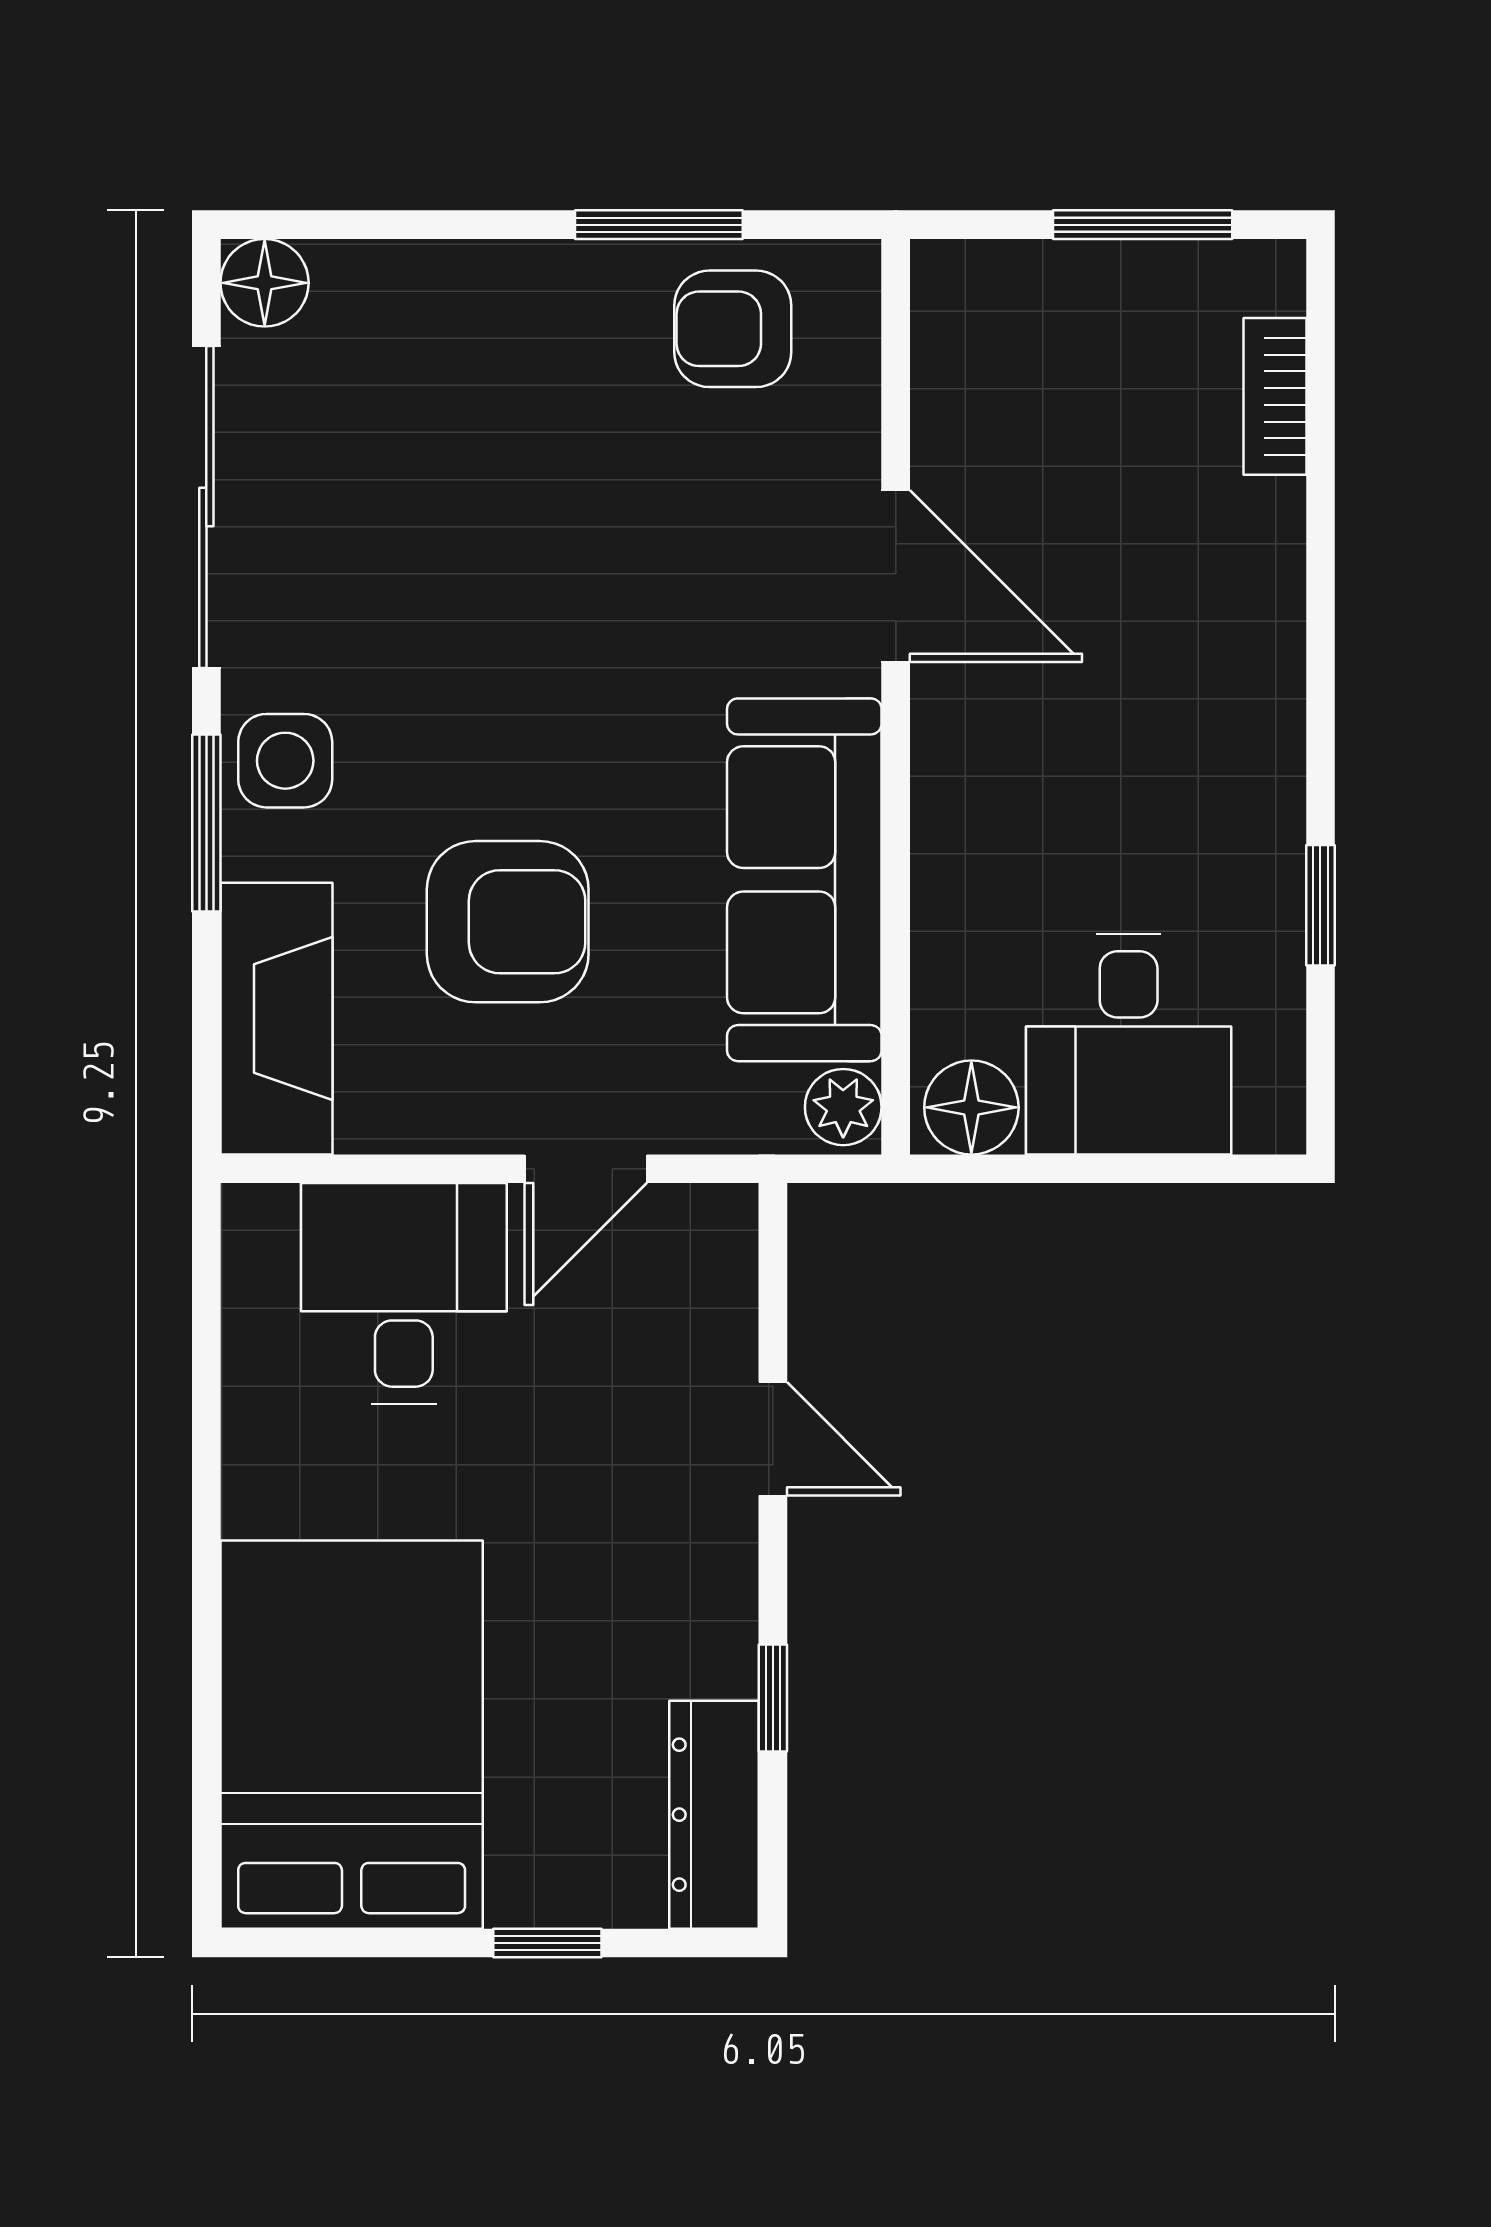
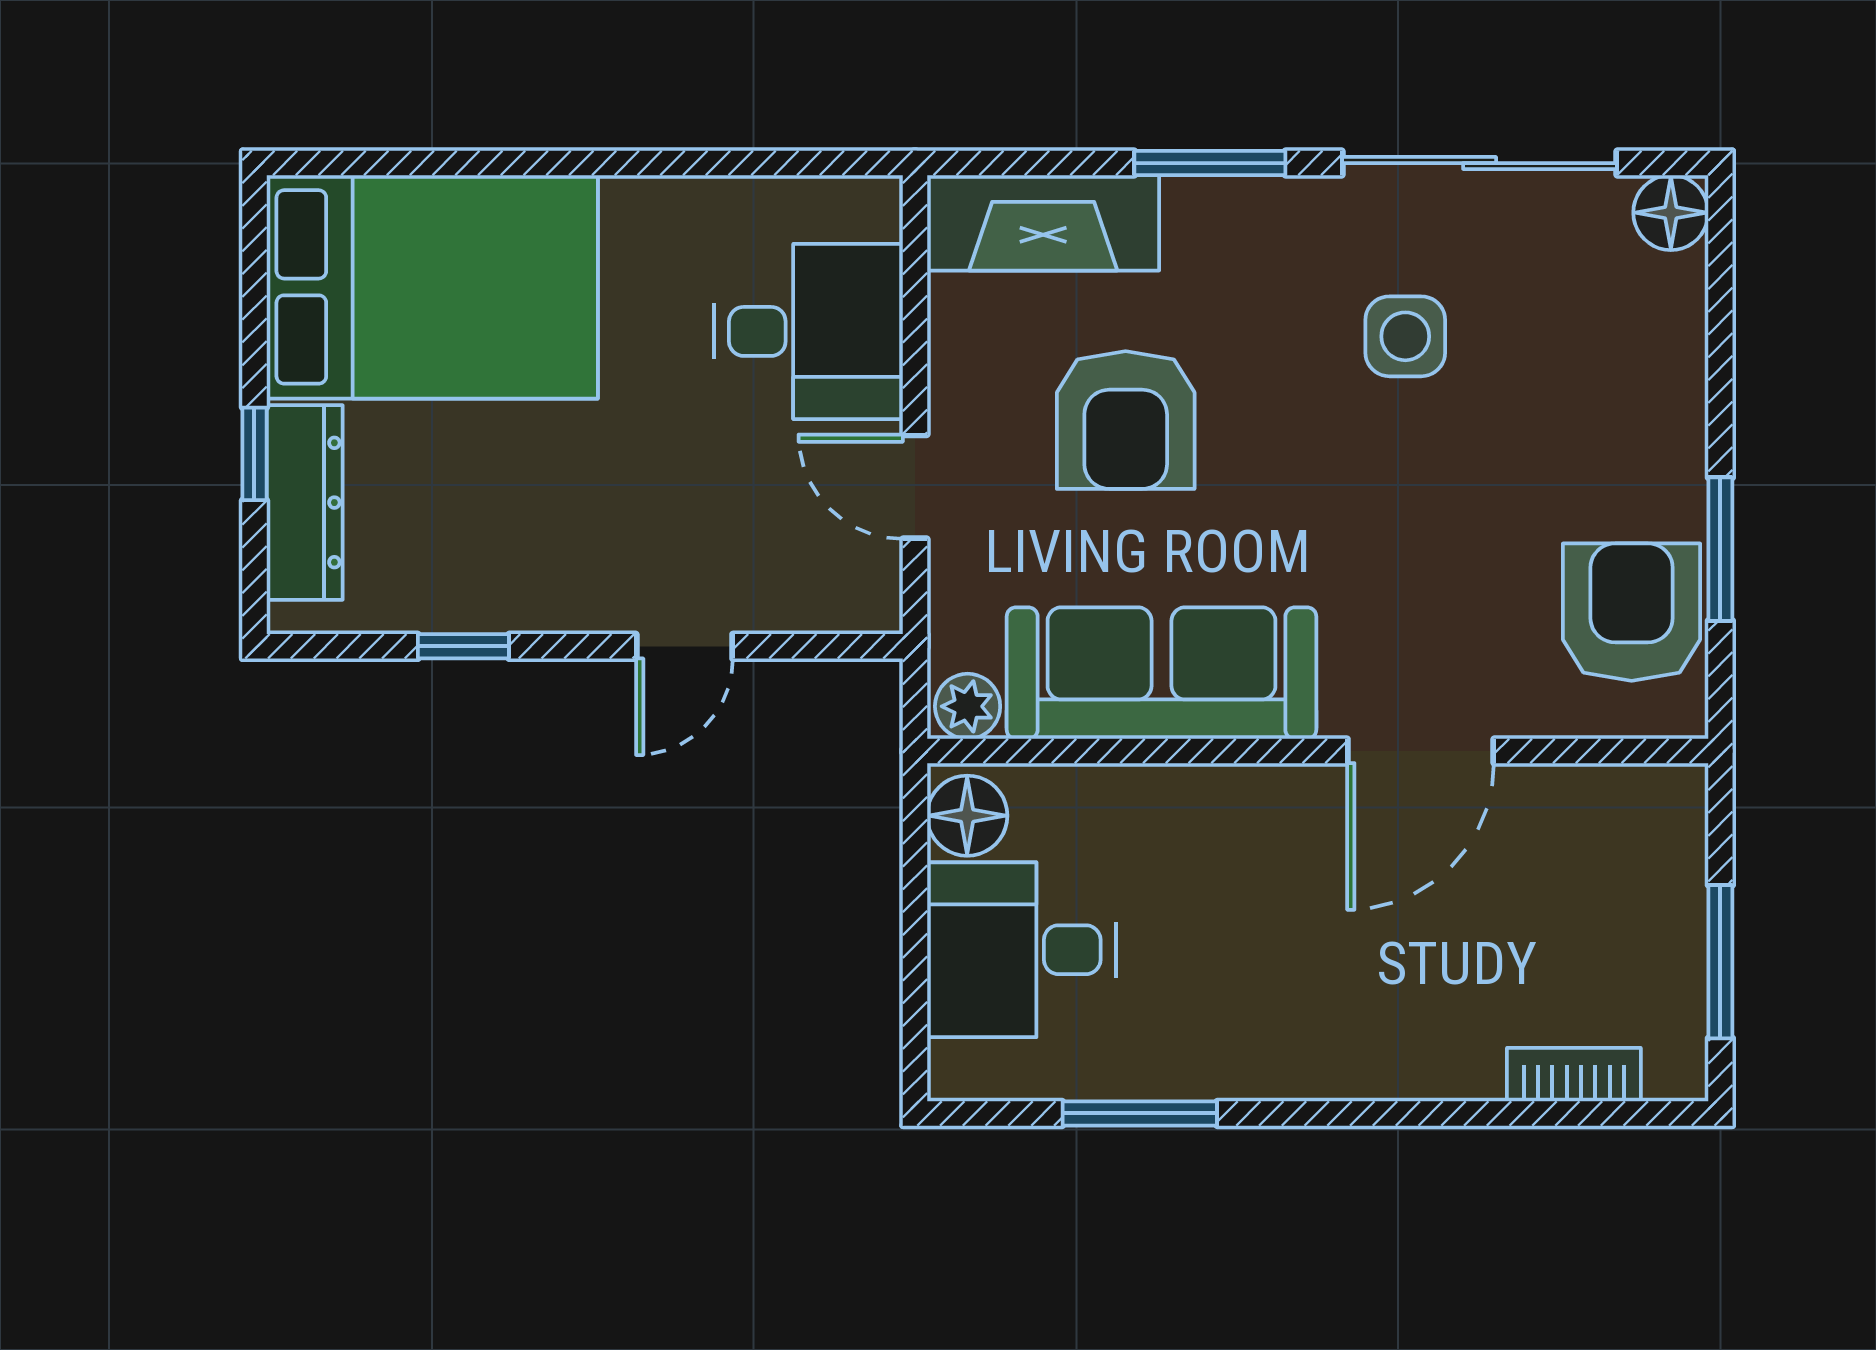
armchair: (733, 329) -> (1632, 612), width x1.38, depth x1.38
side table: (285, 761) -> (1405, 336), moved
window: (1320, 905) -> (1140, 1113), width x1.50
dresser: (714, 1815) -> (305, 503), moved, turned 90

